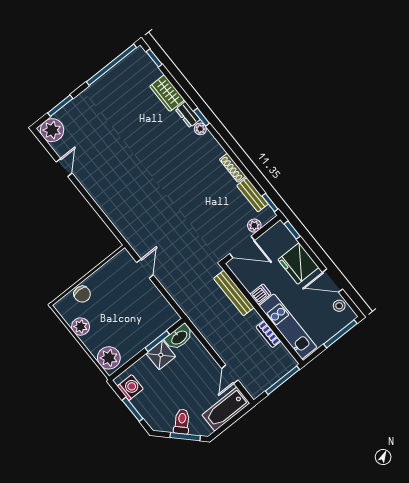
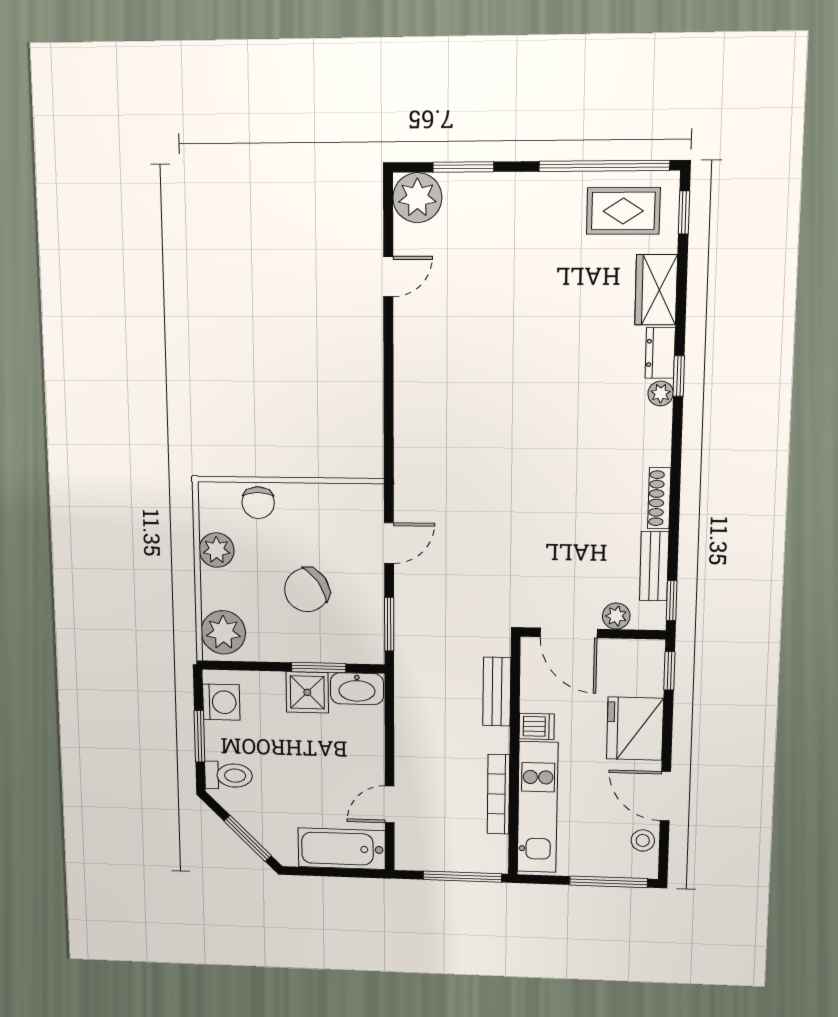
rug: (132, 75) -> (623, 211), added
bench: (234, 293) -> (497, 692), width x0.73
window: (171, 301) -> (389, 624), added
chair: (128, 313) -> (307, 590), added
bookcase: (268, 334) -> (498, 794), width x1.56
toilet: (182, 422) -> (228, 775), moved, turned 45

